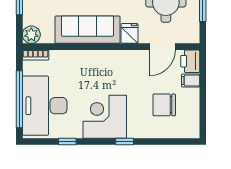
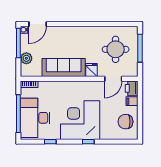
plant: (31, 35) -> (26, 58), moved
chair: (164, 105) -> (126, 122), moved
corner desk: (105, 117) -> (80, 120), width x1.36, depth x1.36

